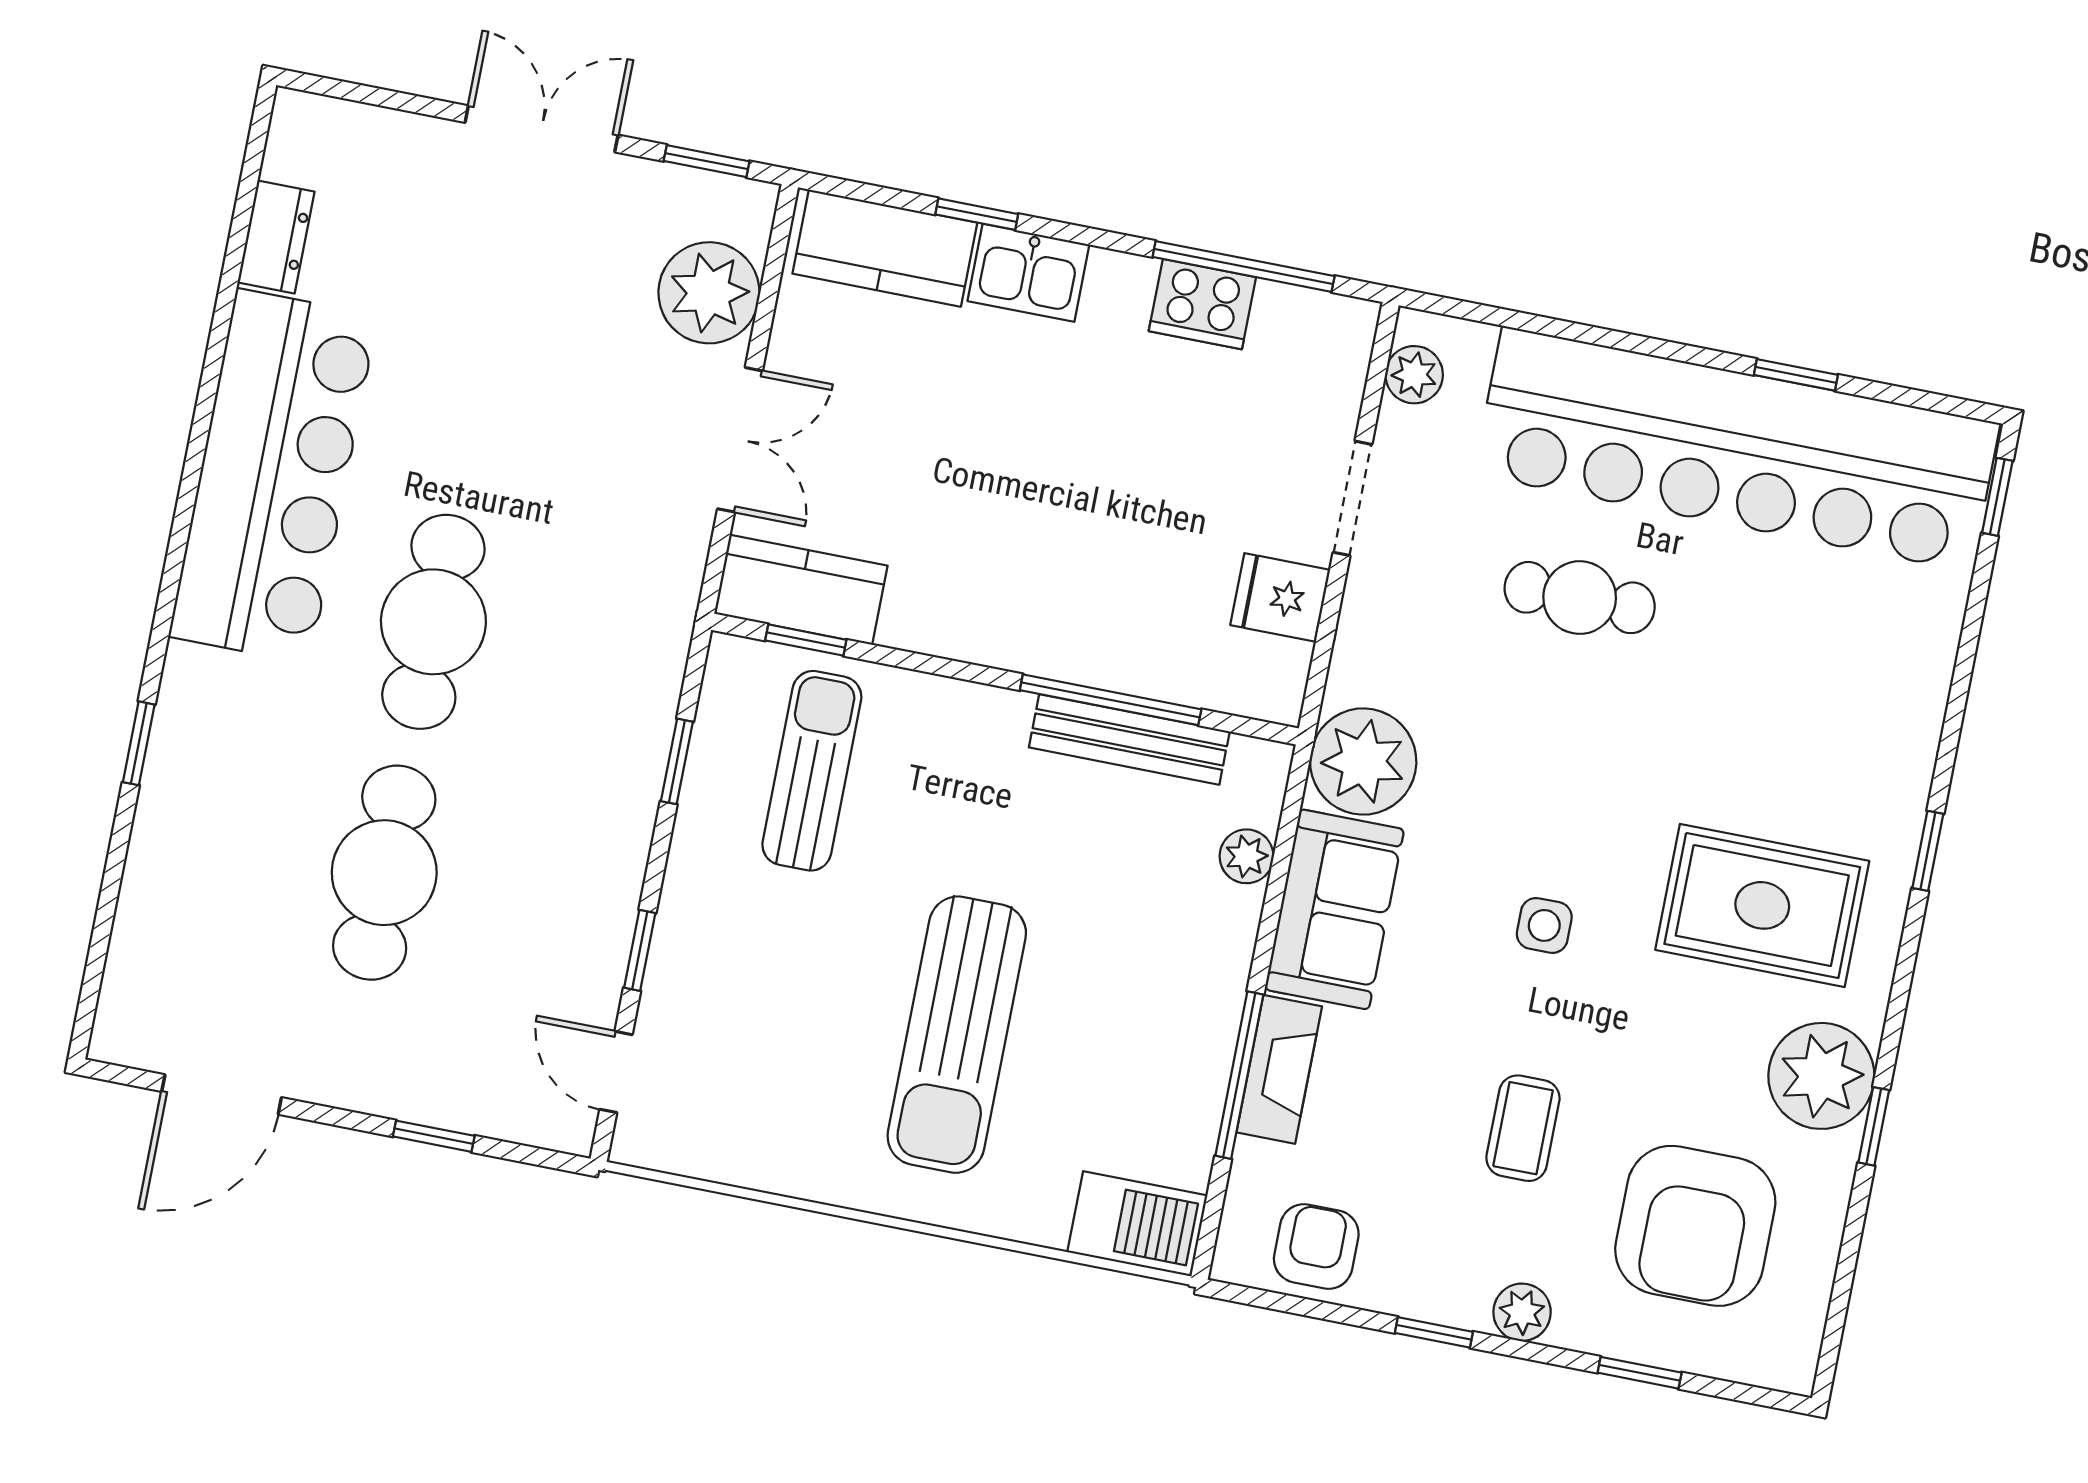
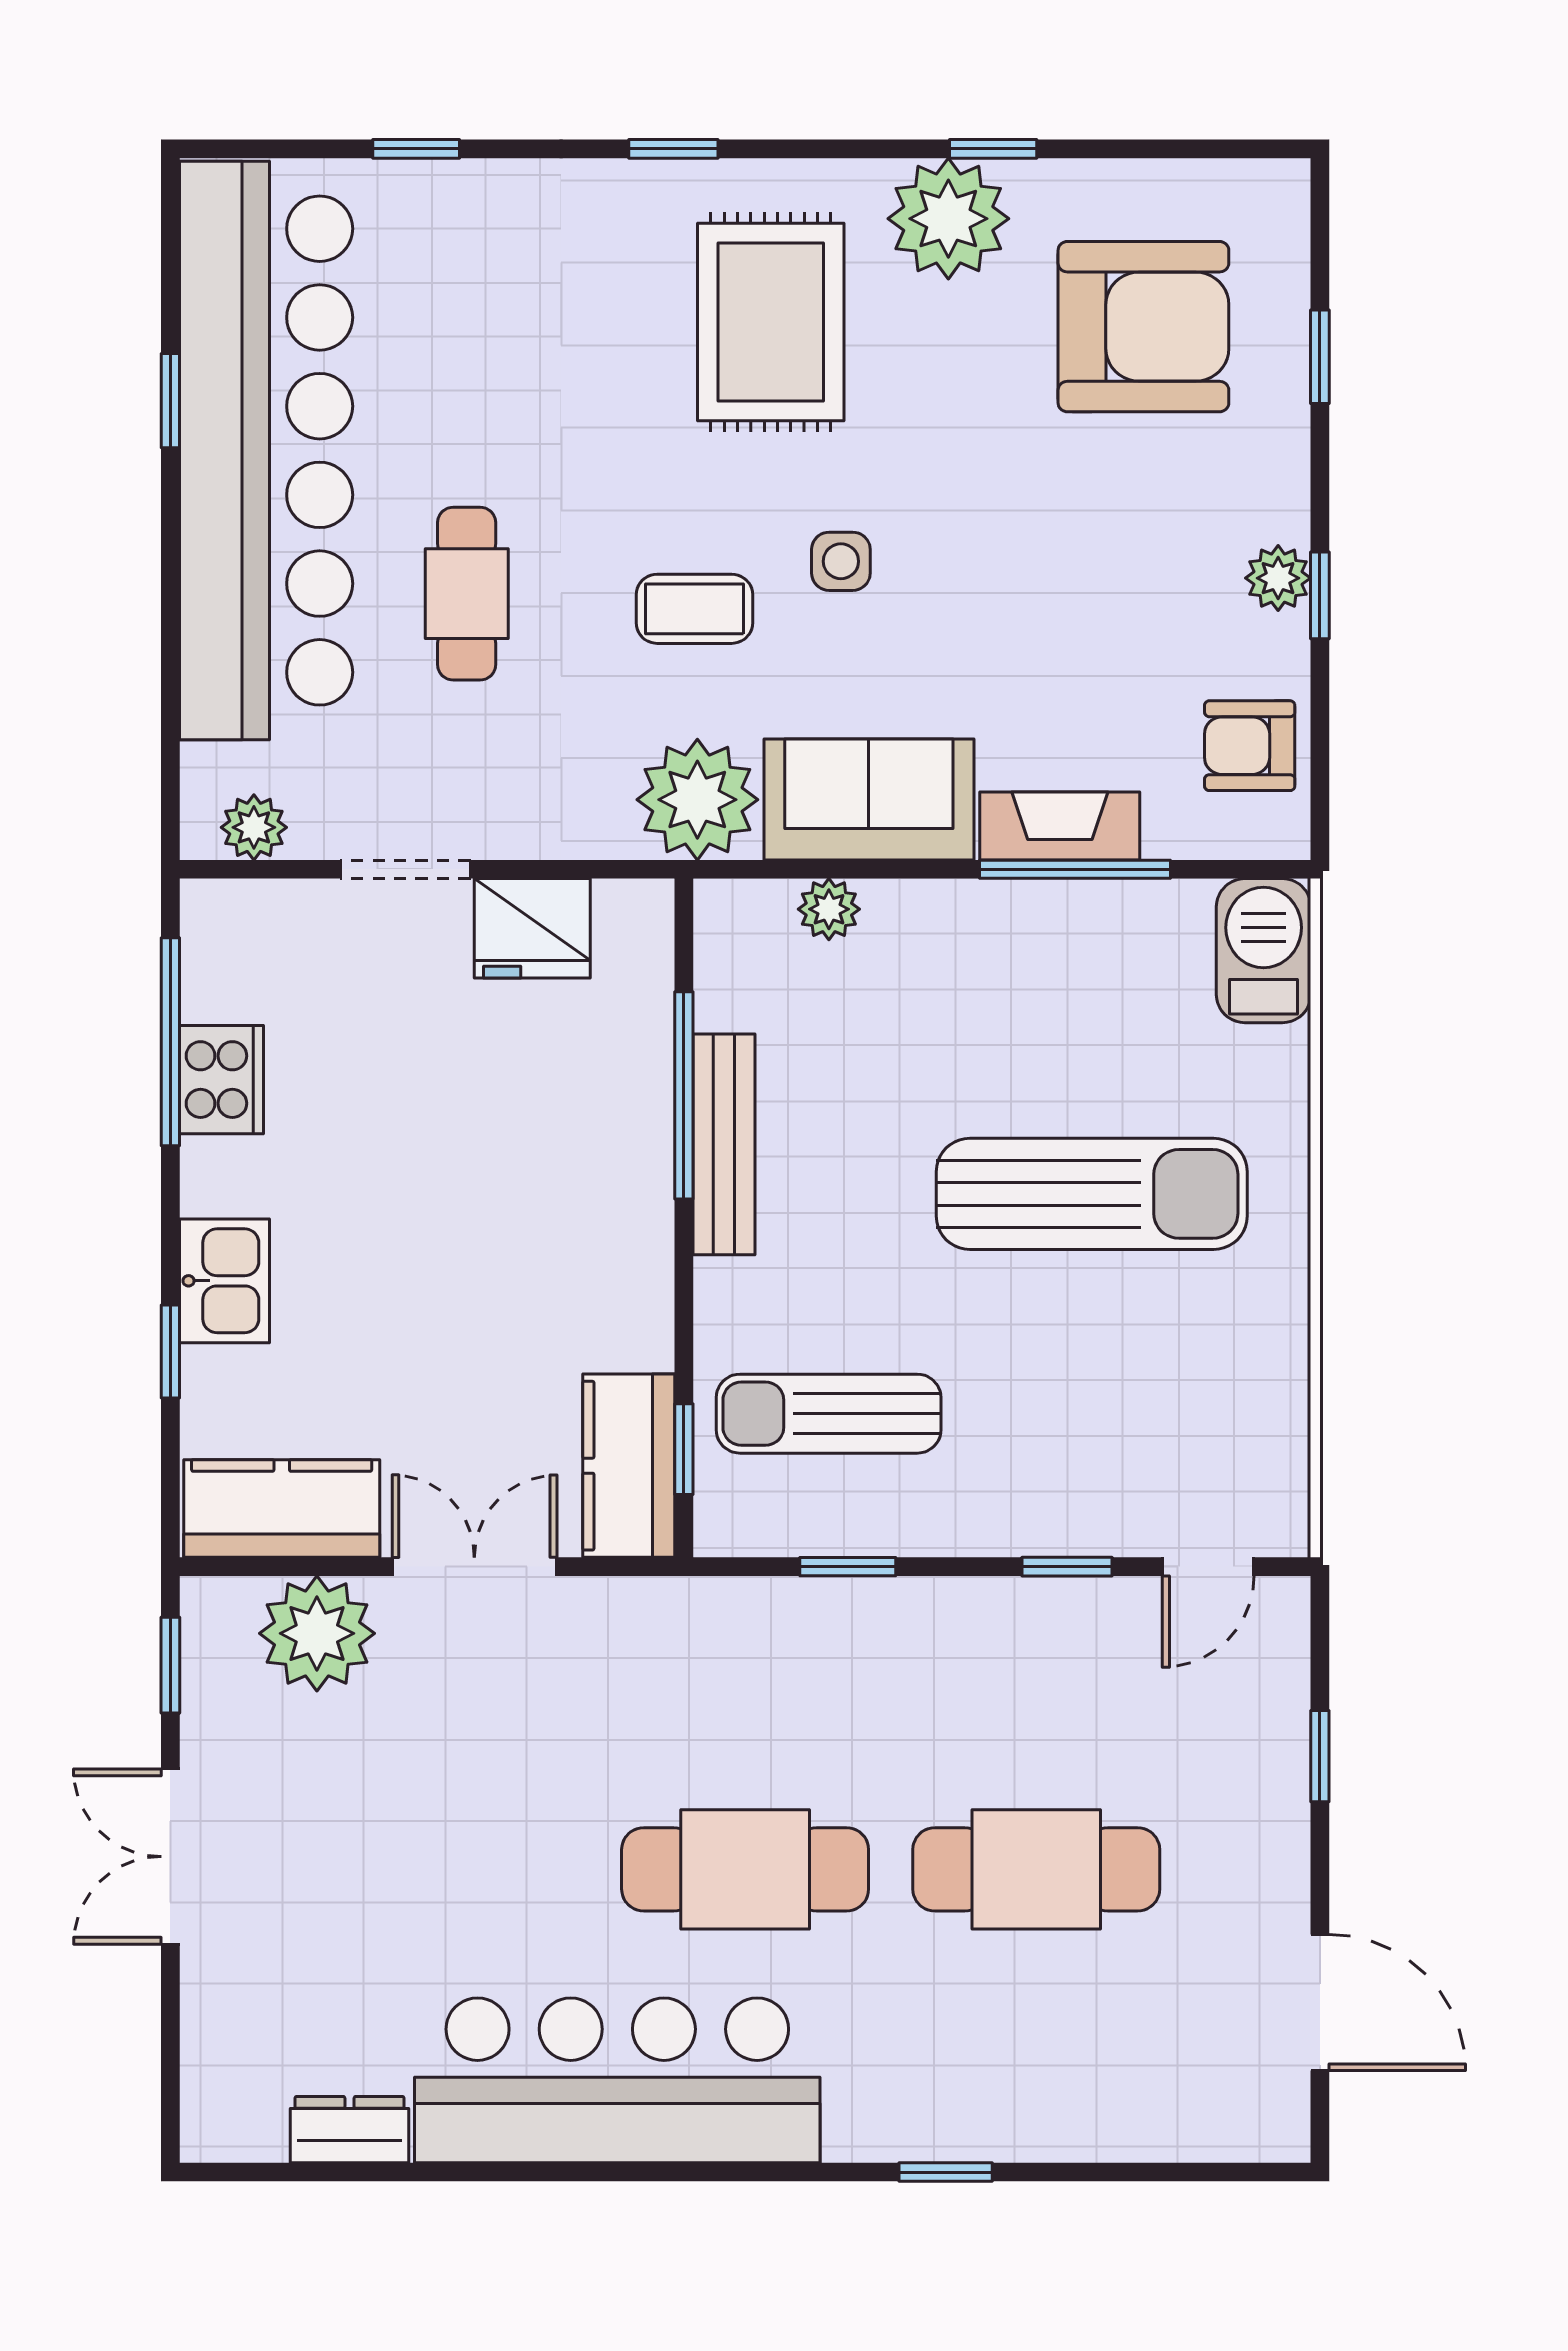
kitchen counter: (885, 248) -> (282, 1509), moved, turned -90
window: (1997, 497) -> (416, 149), moved
fridge: (1280, 597) -> (532, 928), width x1.38
bench: (1129, 739) -> (724, 1144), moved
coffee table: (1523, 1128) -> (694, 609), moved
plant: (1522, 1312) -> (1278, 578), moved

